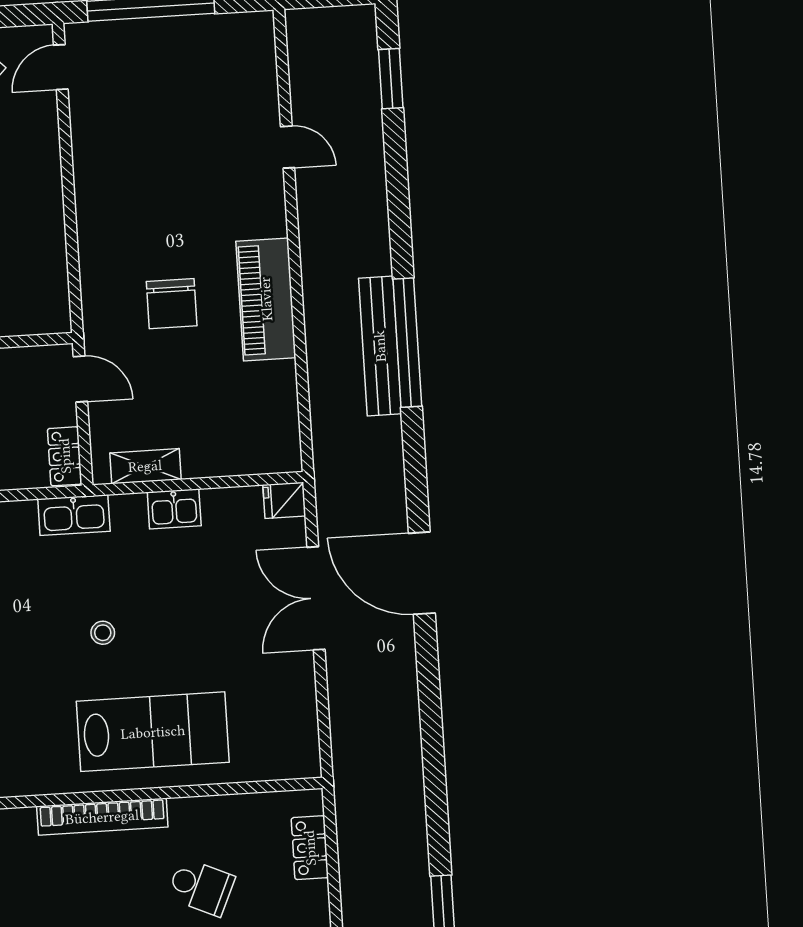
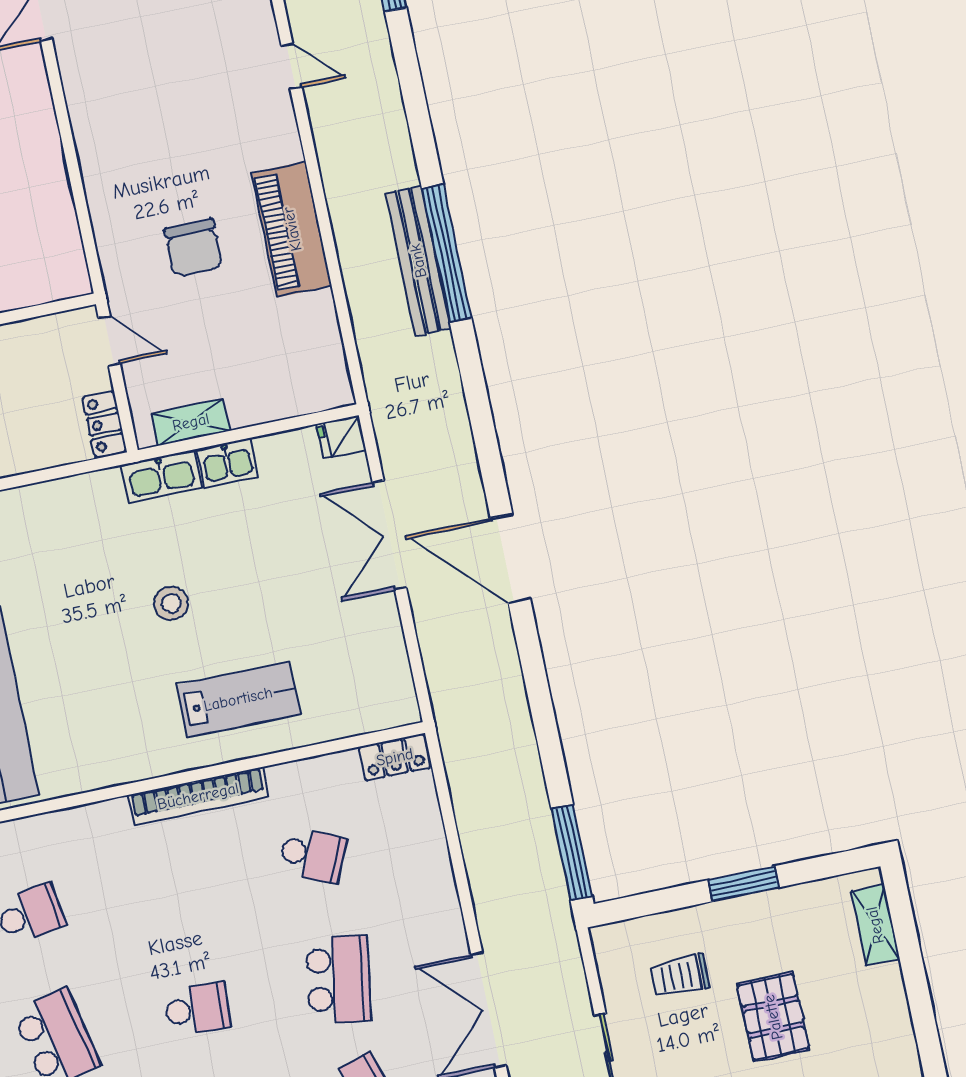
kitchen sink: (74, 515) -> (161, 476), moved
door: (422, 573) -> (510, 558), moved
stool: (103, 633) -> (171, 603), width x1.37, depth x1.37
lab bench: (153, 732) -> (238, 699), width x0.73, depth x0.72
locker: (310, 848) -> (395, 757), moved, turned -90

